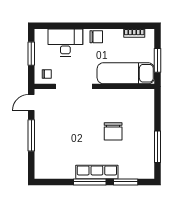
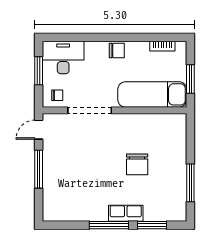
desk: (65, 43) -> (63, 58), moved
row of seats: (97, 172) -> (126, 213), width x0.68

